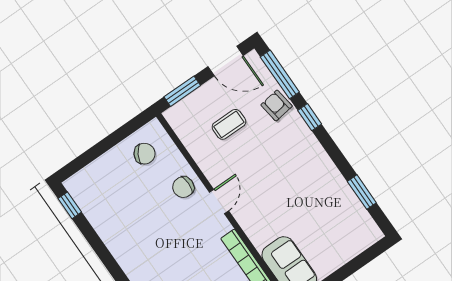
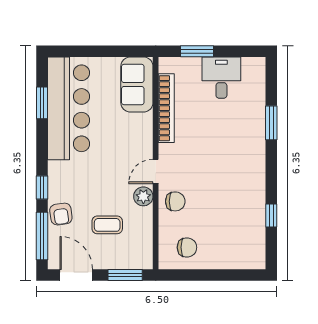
chair: (145, 154) -> (187, 247), turned 149
plant: (215, 172) -> (143, 196), added
bar counter: (335, 204) -> (69, 108), added
window: (70, 205) -> (271, 216), moved

